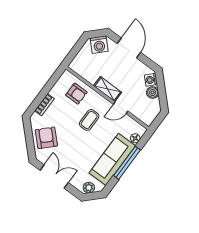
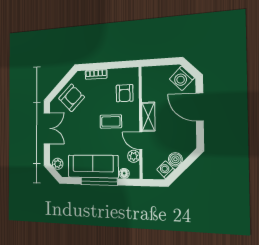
door: (129, 48) -> (200, 107), swing flipped
washing machine: (151, 80) -> (166, 170), moved
plant: (128, 122) -> (134, 156), added

